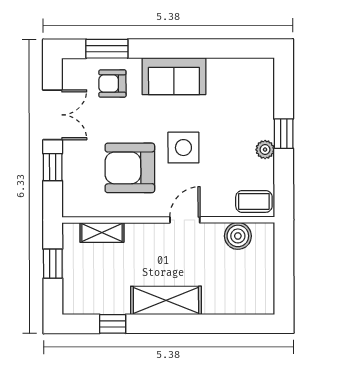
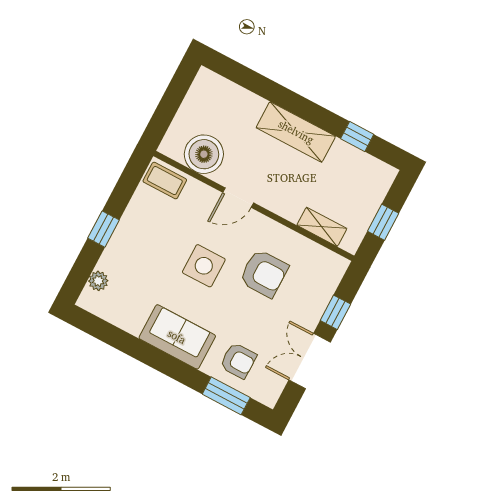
plant: (265, 150) -> (98, 281), moved
armchair: (130, 168) -> (264, 273), width x0.73, depth x0.73
boiler: (238, 236) -> (204, 154), width x1.37, depth x1.37

